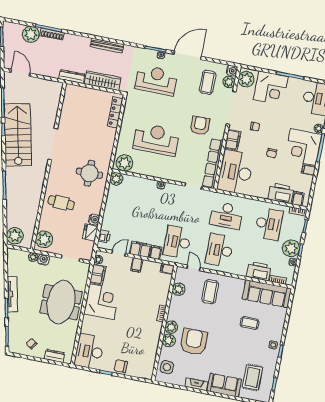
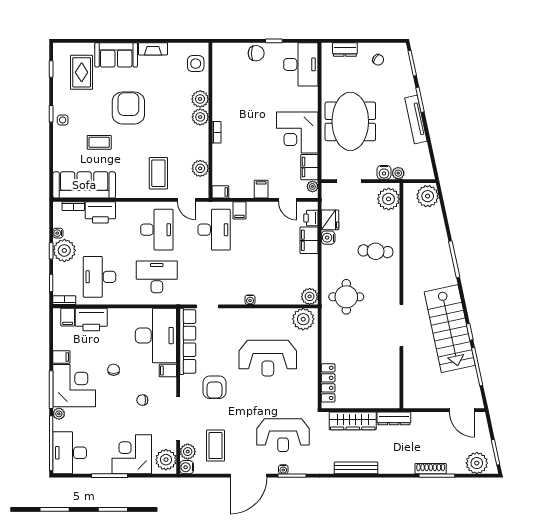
plant: (31, 34) -> (477, 463), moved
filing cabinet: (233, 140) -> (168, 371), width x0.50
filing cabinet: (140, 249) -> (309, 240), moved, turned 90
door: (119, 253) -> (288, 200), hinge flipped
armchair: (194, 342) -> (128, 108), moved, turned 180

